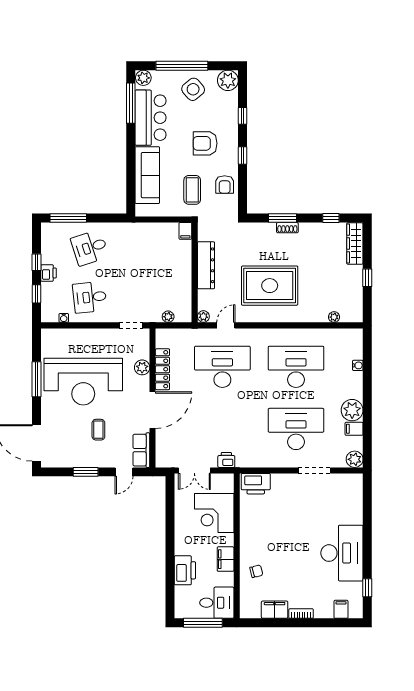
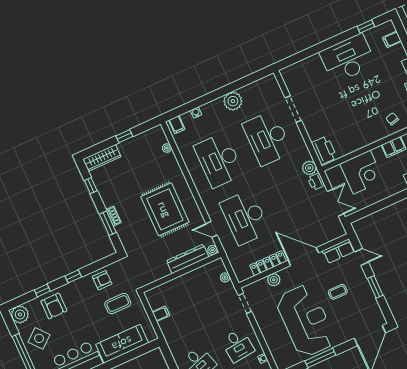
armchair: (205, 143) -> (54, 306), moved
filing cabinet: (185, 231) -> (161, 314), moved
dresser: (206, 265) -> (188, 259), moved
filing cabinet: (354, 429) -> (177, 125), moved
plant: (355, 459) -> (309, 168), moved

